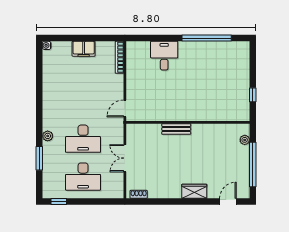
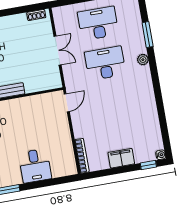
window: (60, 38) -> (148, 165), added

